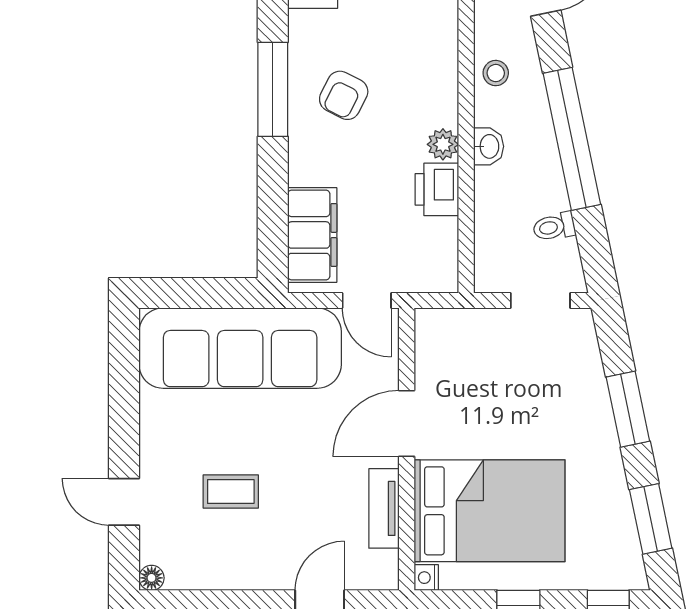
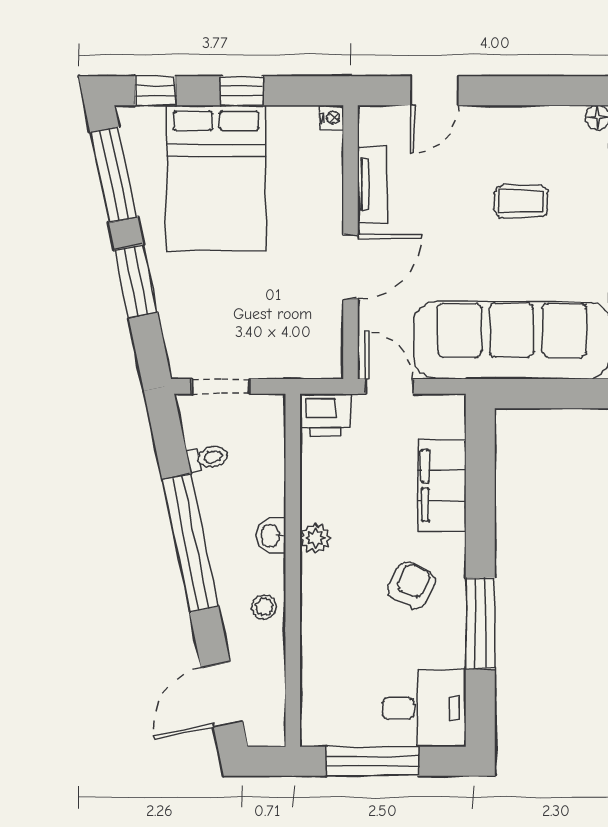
window: (273, 89) -> (480, 623), moved
printer: (437, 189) -> (325, 415), moved, turned 90
filing cabinet: (312, 235) -> (442, 485), moved
bed: (489, 511) -> (216, 178), moved, turned -90
window: (651, 519) -> (114, 175), width x1.44

